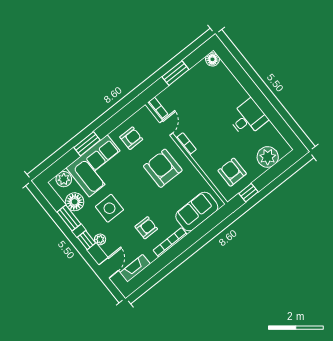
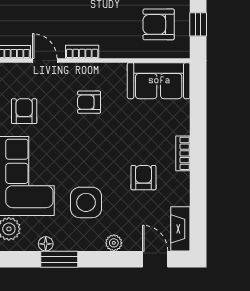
armchair: (163, 168) -> (89, 102), width x0.53, depth x0.53
floor lamp: (75, 202) -> (46, 244), width x0.53, depth x0.53
sofa: (197, 212) -> (159, 81), moved, turned -90
window: (87, 240) -> (102, 259), removed
bookcase: (170, 242) -> (183, 153), width x0.64

